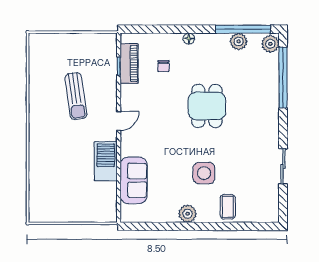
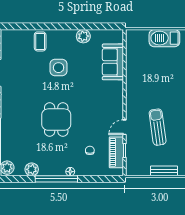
window: (243, 29) -> (56, 179), moved
bench: (68, 40) -> (164, 171), added
door: (119, 121) -> (125, 127), moved
barbecue: (106, 161) -> (164, 38), moved, turned 90
plant: (188, 214) -> (83, 36), moved

